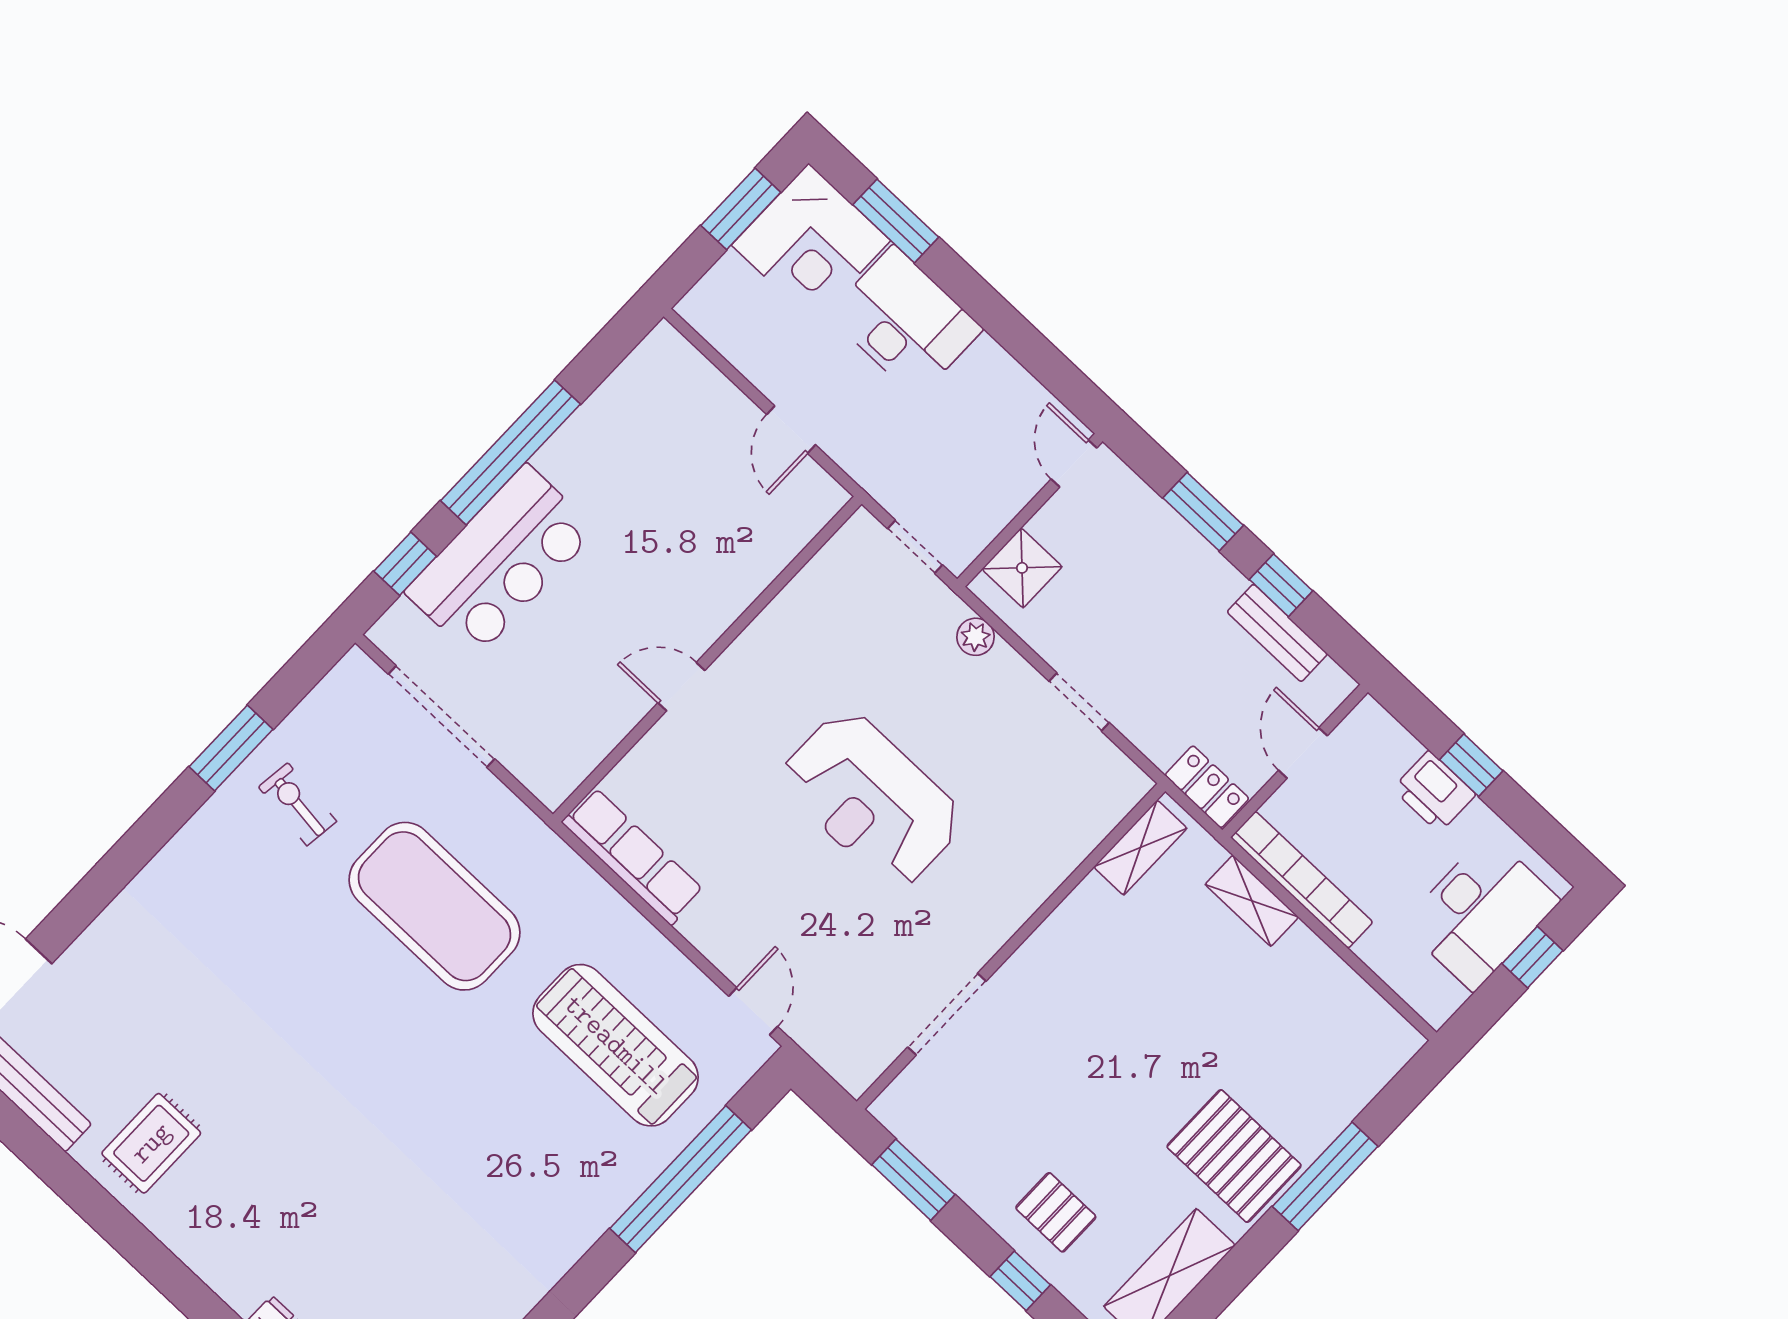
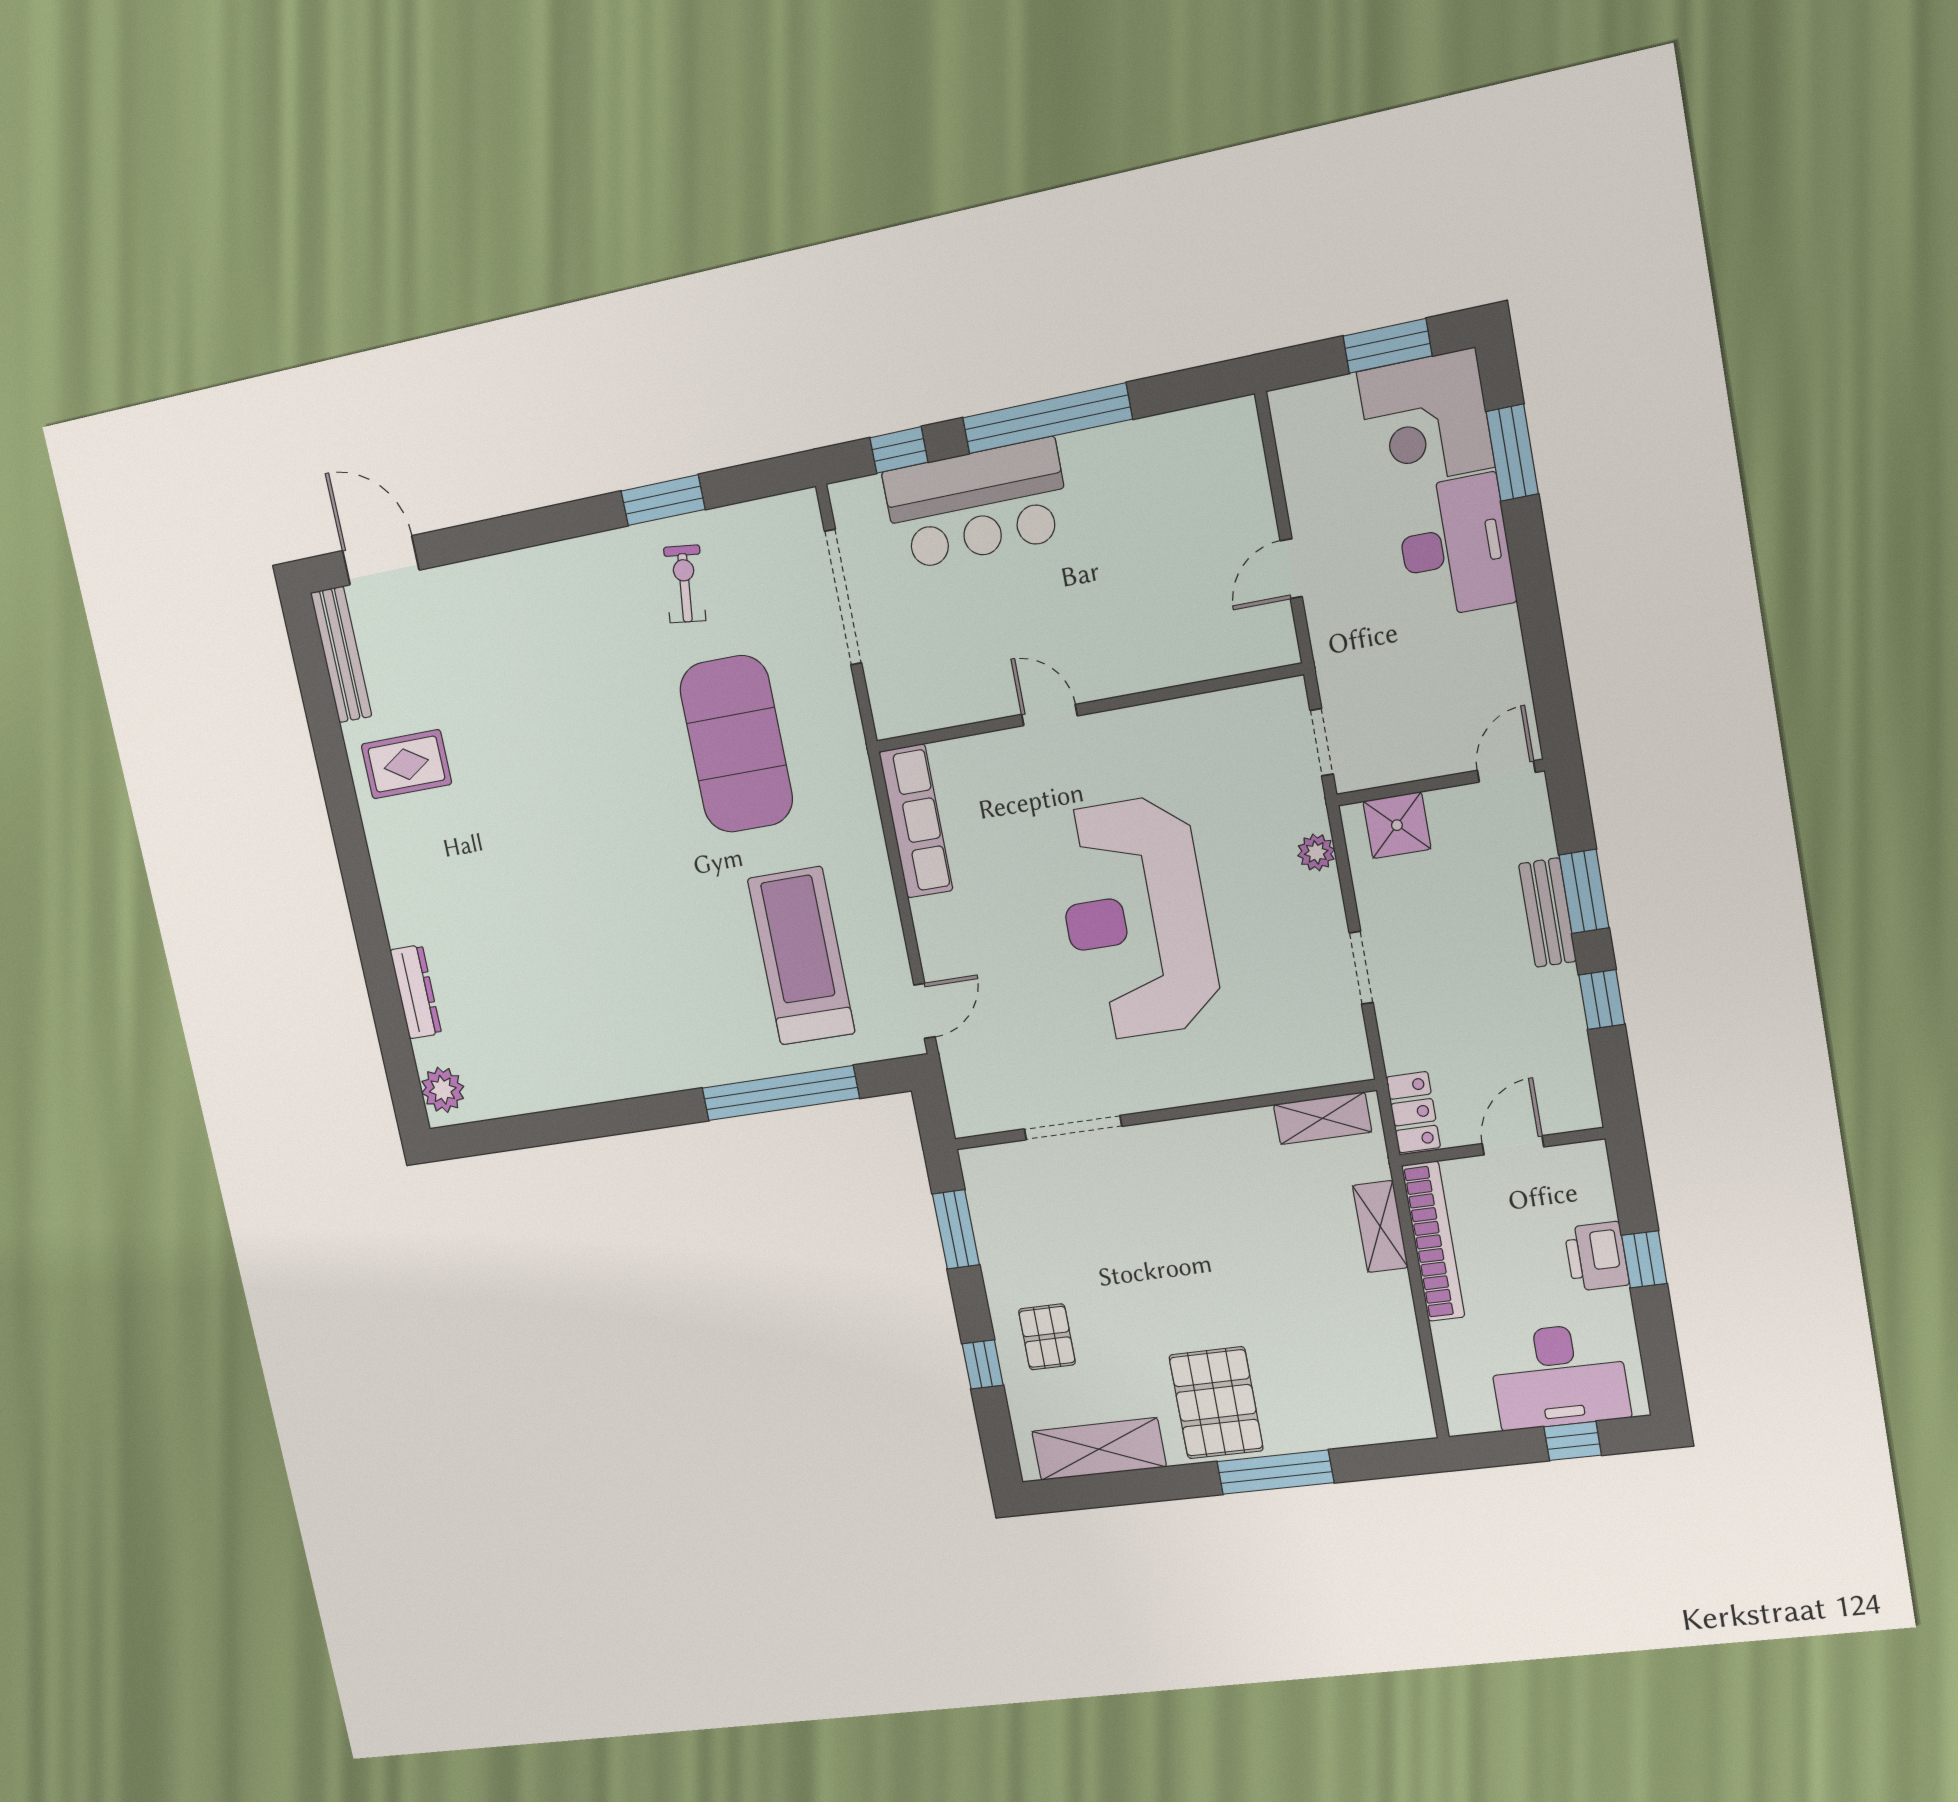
bench: (1277, 633) -> (1548, 913), moved
reception desk: (871, 799) -> (1136, 918), width x1.36, depth x1.30

